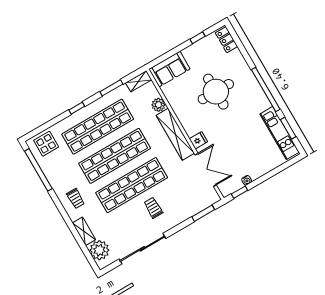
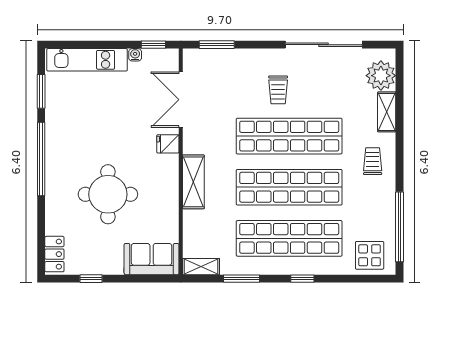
plant: (158, 105) -> (193, 221), removed
kitchen unit: (279, 133) -> (87, 60), moved, turned 90
shelving: (175, 134) -> (193, 182), width x0.68

